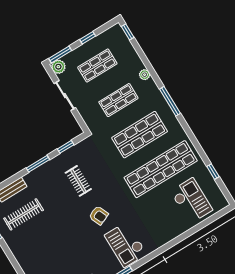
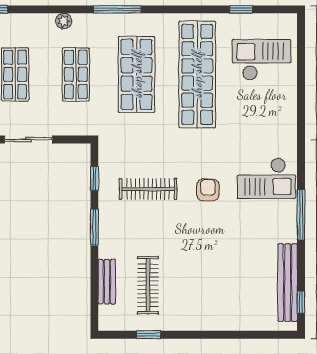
clothes rail: (78, 181) -> (148, 189), width x1.36
armchair: (99, 215) -> (208, 190), turned -67

